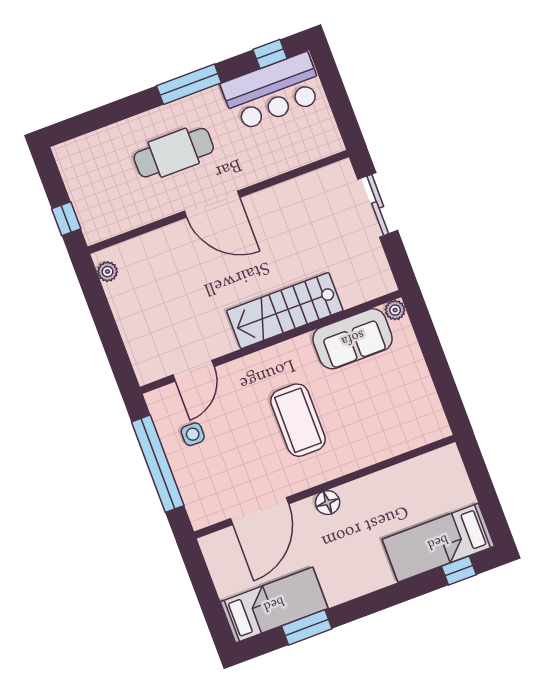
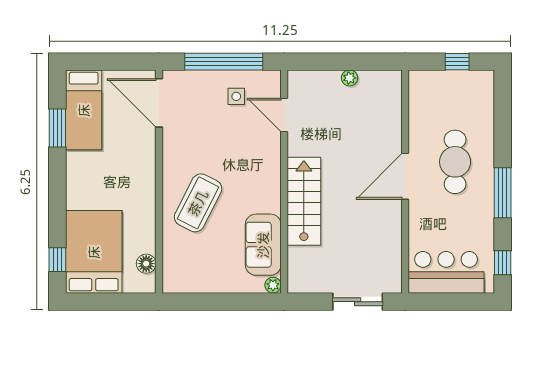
bar counter: (273, 92) -> (446, 272), moved, turned 90
window: (66, 219) -> (457, 62), moved
plant: (108, 272) -> (350, 78), moved
coffee table: (298, 420) -> (198, 203), moved, turned -63
floor lamp: (328, 503) -> (146, 264), moved
door: (259, 511) -> (159, 103), moved
bed: (438, 543) -> (94, 252), width x1.50

